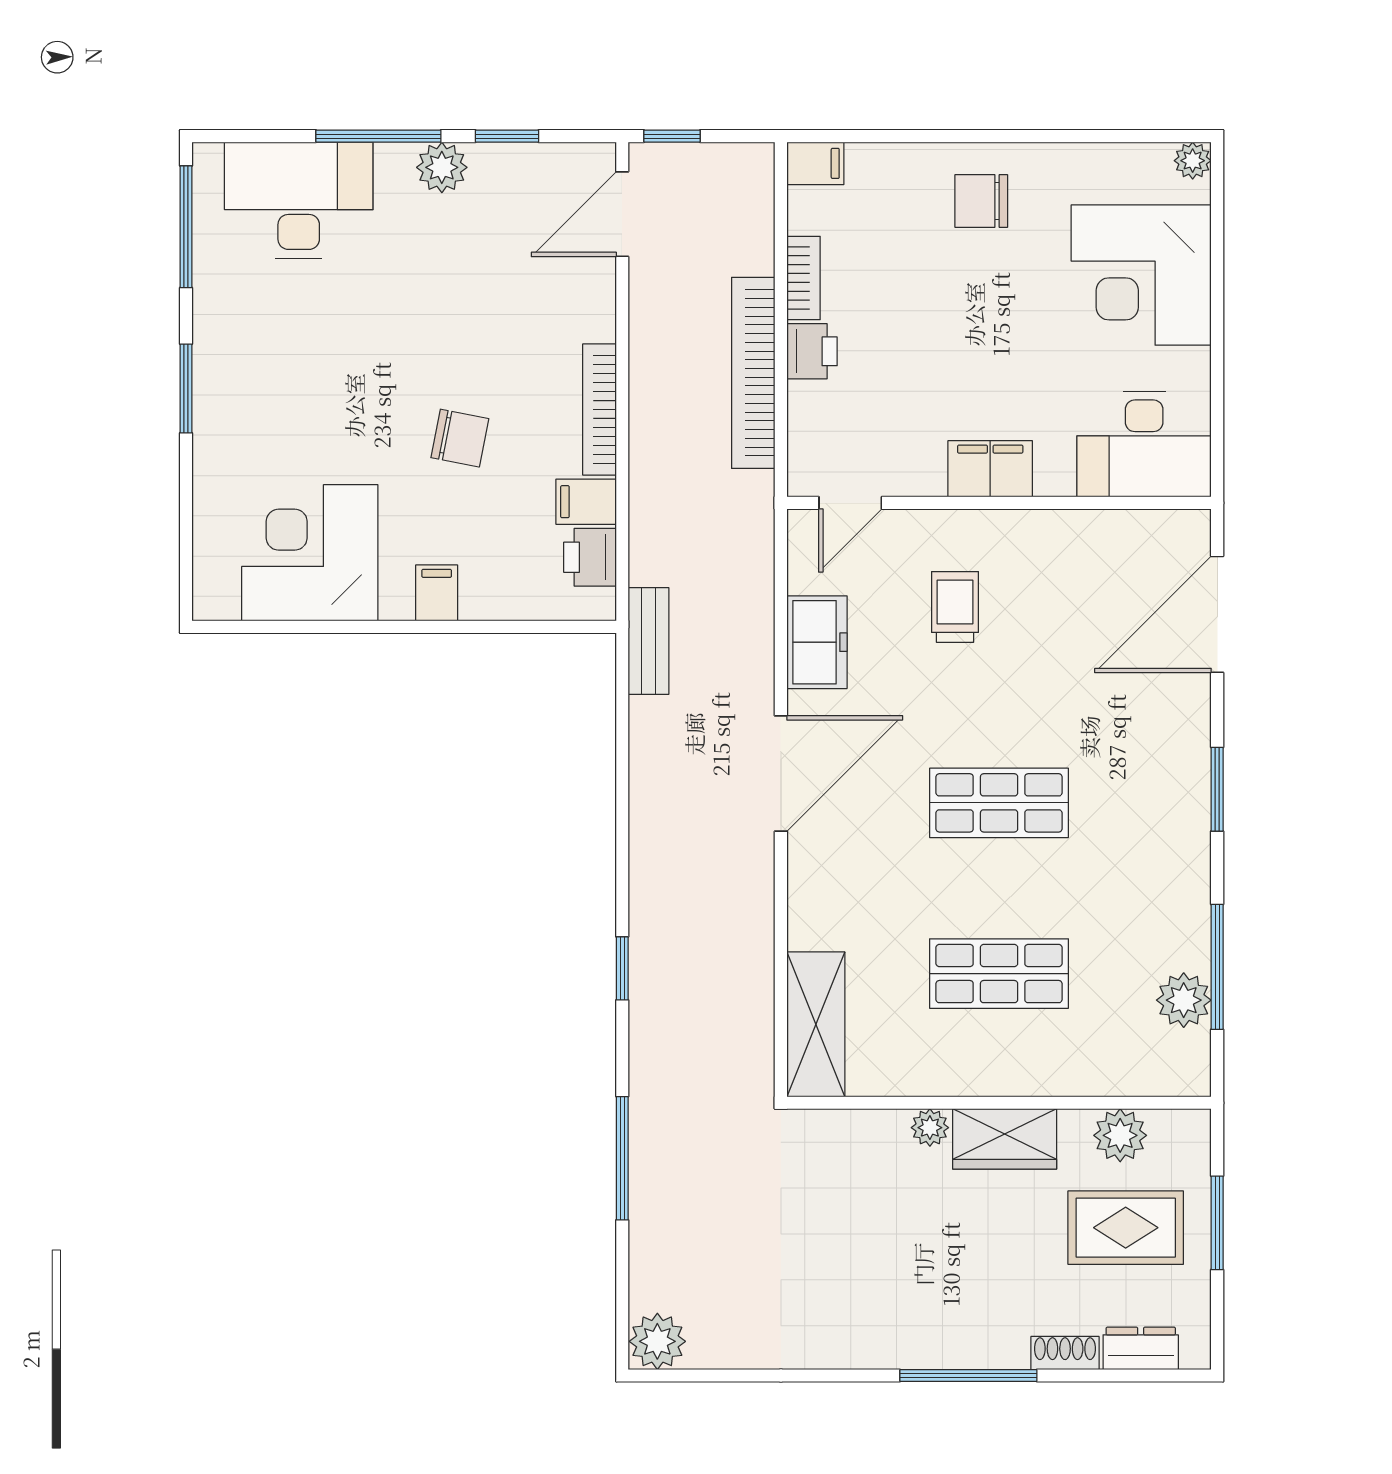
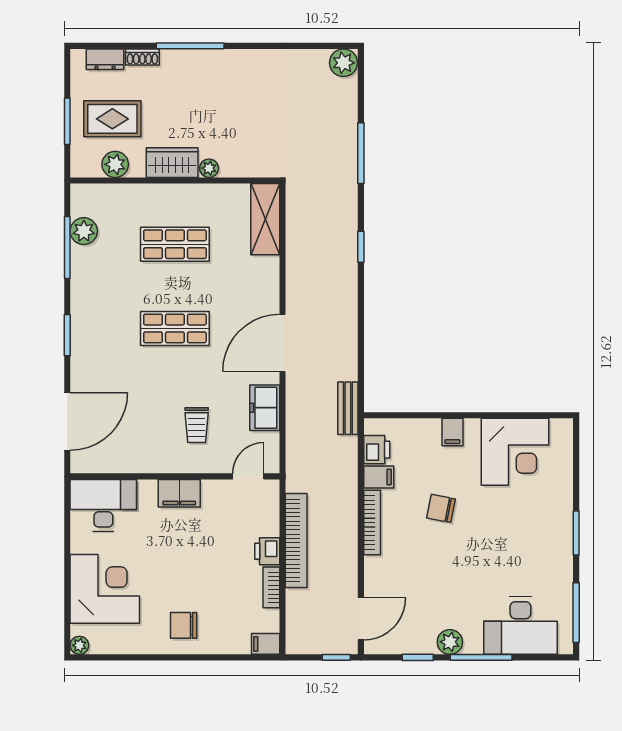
chair: (981, 201) -> (184, 625), turned 180

